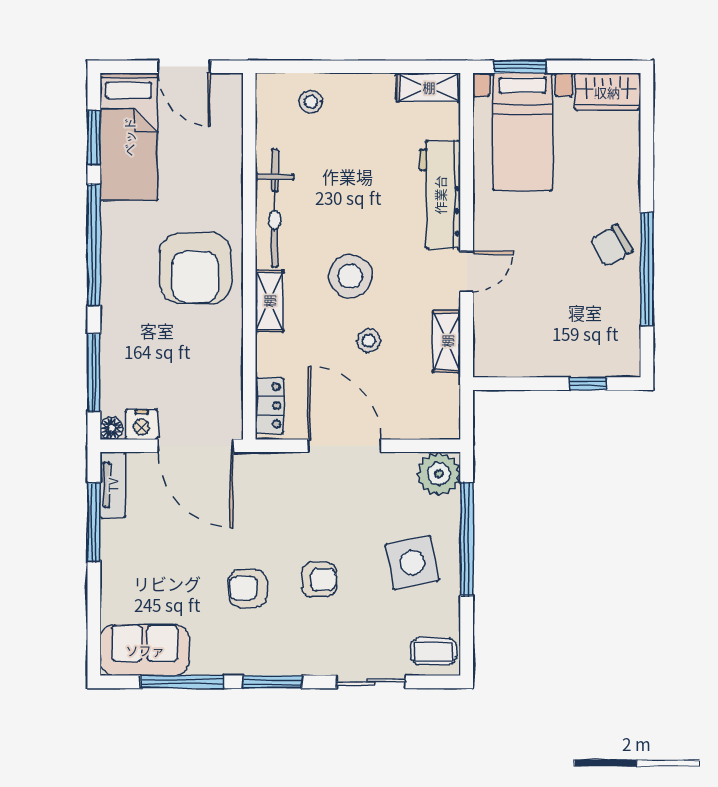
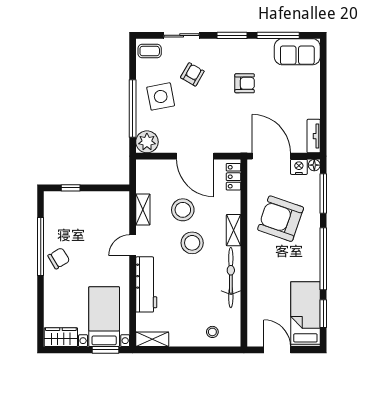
armchair: (195, 268) -> (281, 219), moved, turned -71
stool: (369, 341) -> (183, 210), width x1.89, depth x1.89
window: (94, 522) -> (323, 117), removed
armchair: (319, 579) -> (192, 74), moved, turned 120

